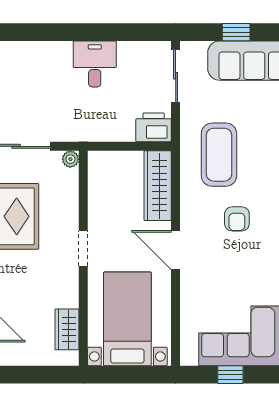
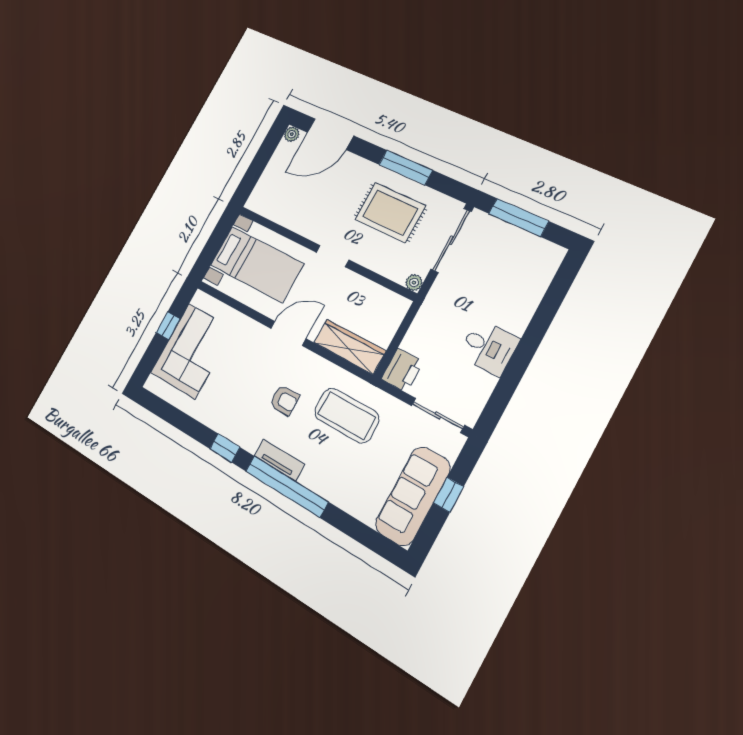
armchair: (237, 219) -> (284, 400), turned 180
wardrobe: (67, 329) -> (276, 211), removed

